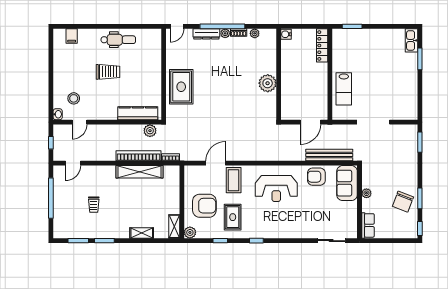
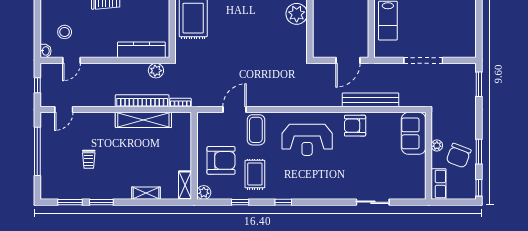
sofa: (347, 183) -> (414, 133), moved
plant: (366, 193) -> (437, 146), moved
wall: (360, 202) -> (428, 156), moved
row of seats: (368, 225) -> (439, 184), moved

